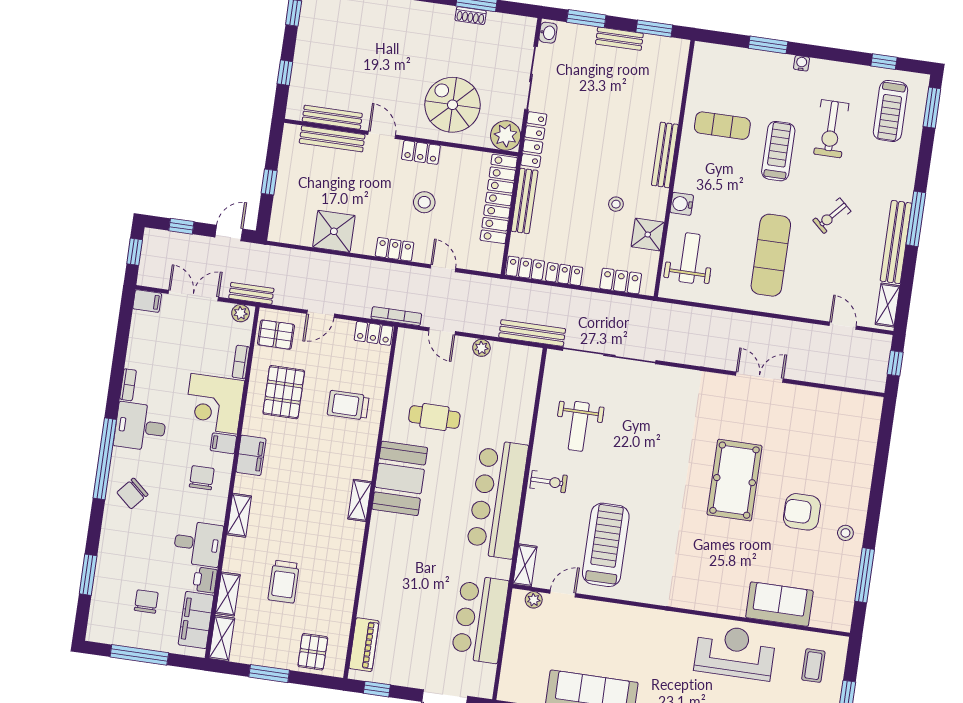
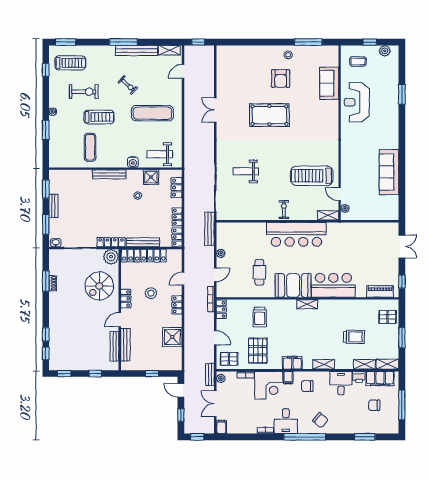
treadmill: (778, 151) -> (99, 117), turned 180
pallet: (276, 335) -> (229, 359), turned 90
pallet: (284, 392) -> (258, 351), turned 90
weight bench: (579, 426) -> (246, 171), moved, turned 180
bar counter: (480, 619) -> (333, 285), moved, turned 180

